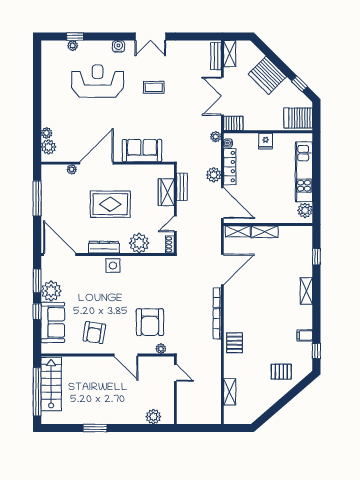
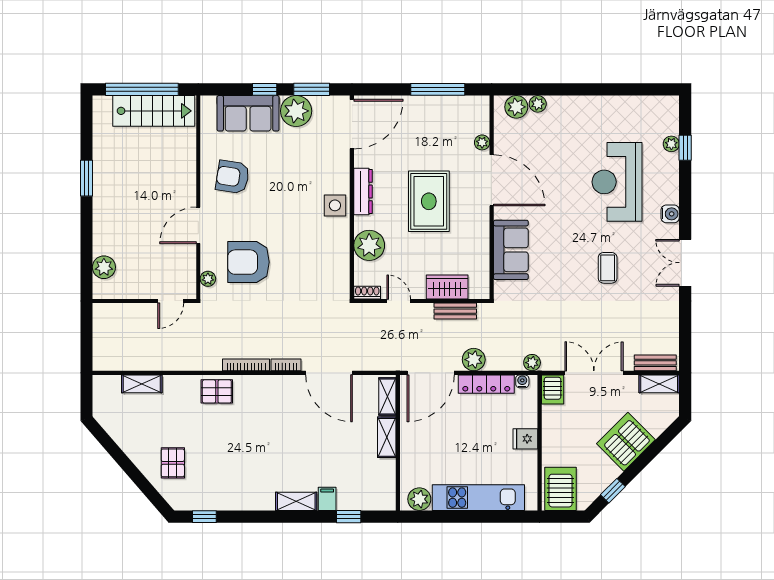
reception desk: (98, 81) -> (617, 182), turned 180
filing cabinet: (305, 335) -> (327, 499), moved

